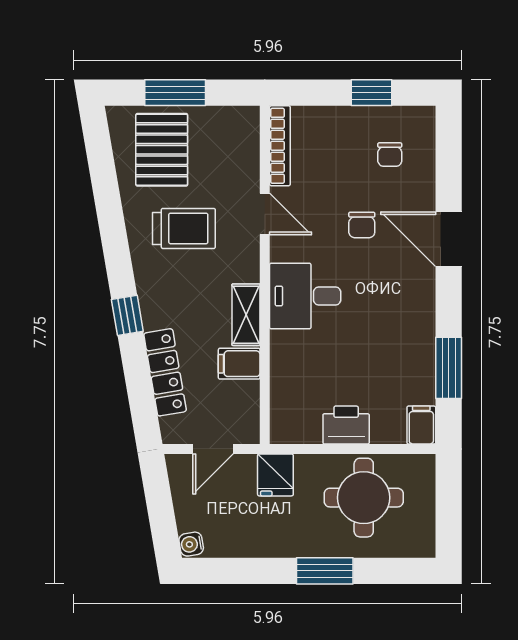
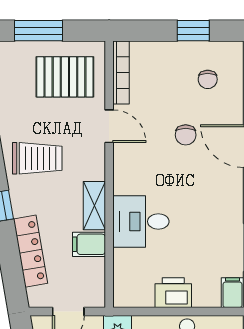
pallet: (162, 150) -> (65, 77), moved, turned 90
trolley: (184, 228) -> (37, 158), moved
desk: (305, 296) -> (141, 221), moved

